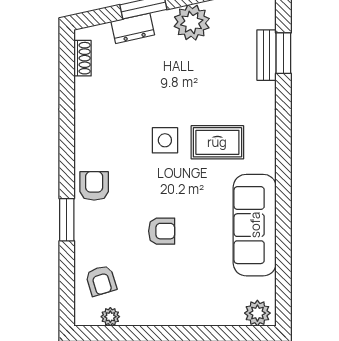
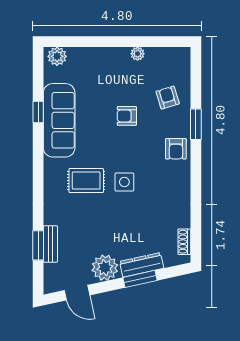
dresser: (133, 28) -> (142, 265), width x1.44
window: (283, 236) -> (38, 112), added
armchair: (101, 281) -> (168, 98), moved
plant: (110, 317) -> (138, 54), moved

